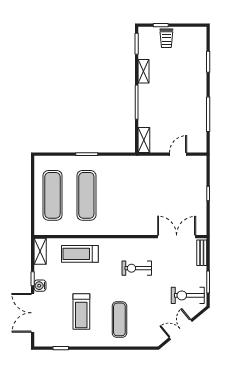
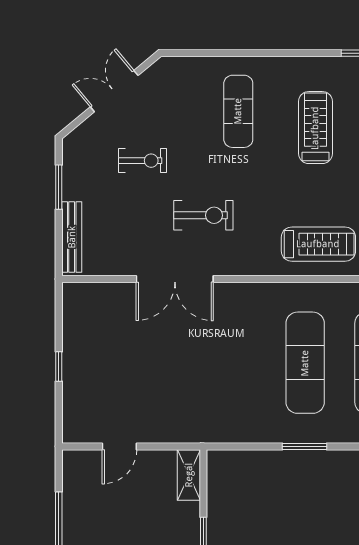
double door: (177, 237) -> (175, 279), moved
bench: (202, 253) -> (72, 237), width x1.36
exercise bike: (188, 295) -> (143, 161), moved, width x0.73, depth x0.72
double door: (181, 329) -> (114, 91), swing flipped

